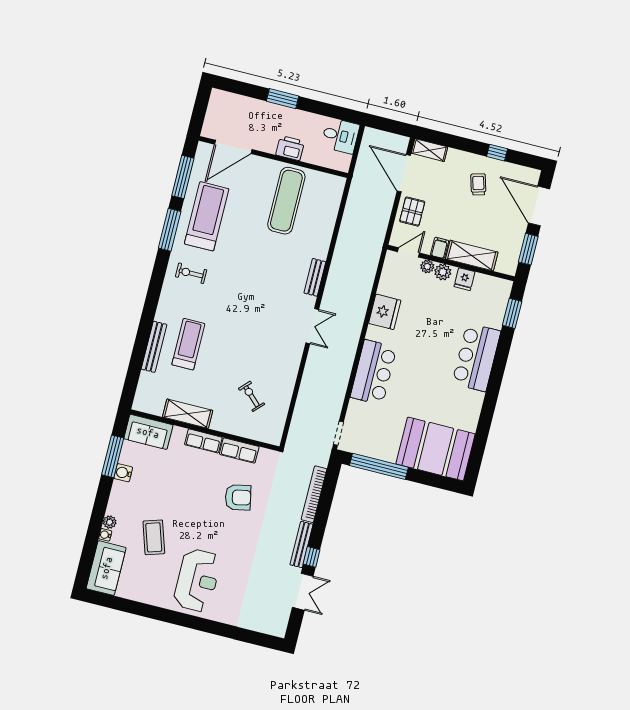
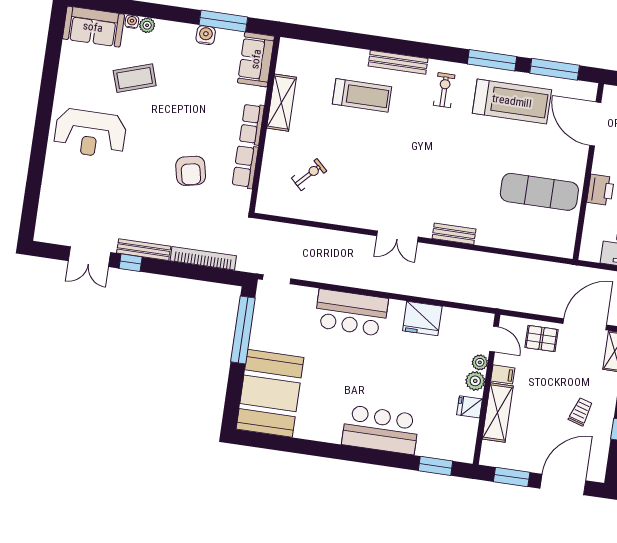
trolley: (478, 184) -> (581, 412), turned -57
bench: (154, 347) -> (398, 62), moved

